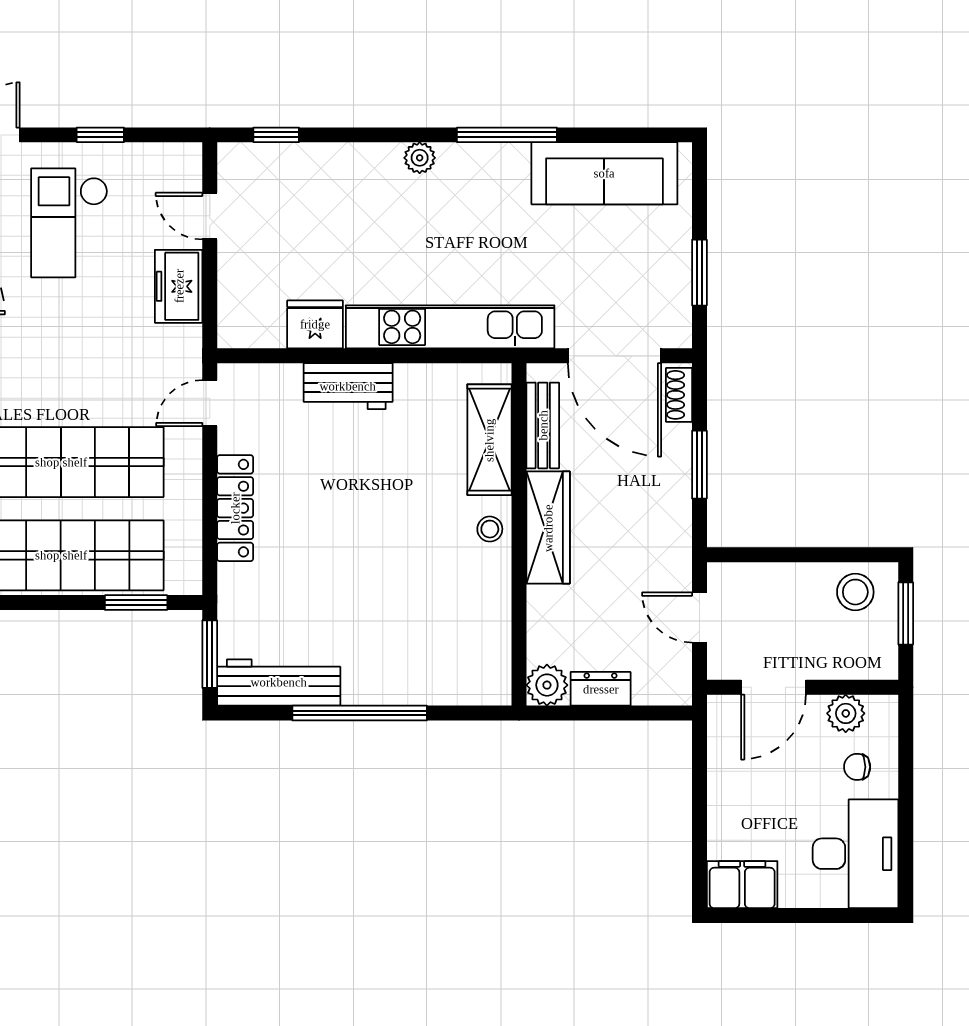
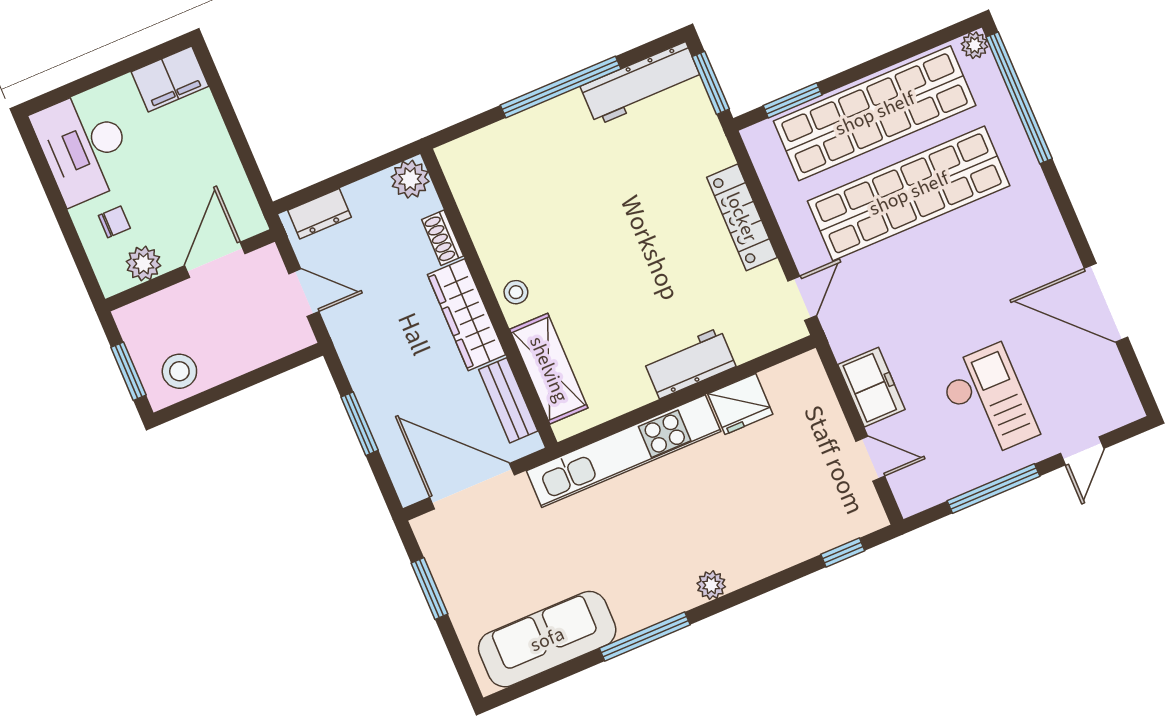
window: (100, 135) -> (994, 488), width x2.17
shoe rack: (679, 395) -> (443, 238), moved, turned 180
dresser: (601, 689) -> (320, 214), moved

